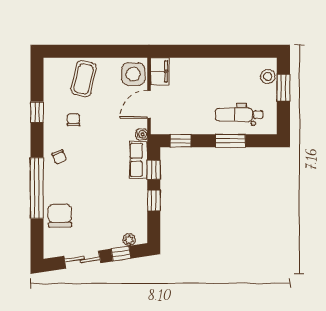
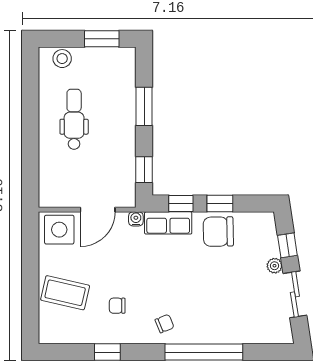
filing cabinet: (160, 71) -> (56, 196), removed
window: (283, 88) -> (102, 39), moved
door: (149, 104) -> (98, 210), hinge flipped
dental chair: (239, 115) -> (74, 119), moved, turned 180
chair: (60, 215) -> (218, 232), moved
plant: (129, 240) -> (274, 266), moved

